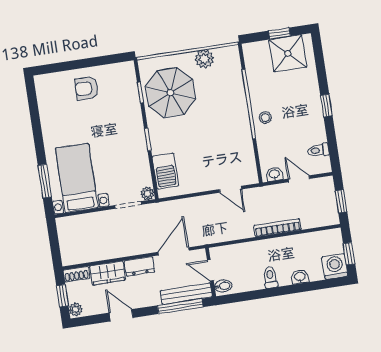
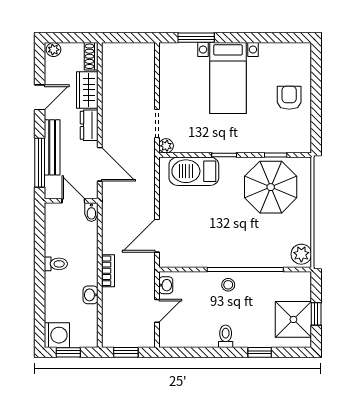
plant: (204, 59) -> (301, 254), moved
window: (326, 105) -> (260, 352), moved
toilet: (318, 150) -> (226, 336), moved
barbecue: (165, 171) -> (194, 171), width x1.37, depth x1.21
bed with nightstands: (77, 178) -> (228, 78), moved, turned 90
door: (230, 189) -> (157, 236), width x1.38
bookcase: (277, 228) -> (108, 271), width x0.64
door: (210, 270) -> (73, 201), hinge flipped
washbasin: (300, 277) -> (91, 295), moved, turned 180
bidet: (223, 286) -> (91, 212), moved
bench: (186, 294) -> (52, 147), moved
window: (62, 296) -> (70, 38), removed

